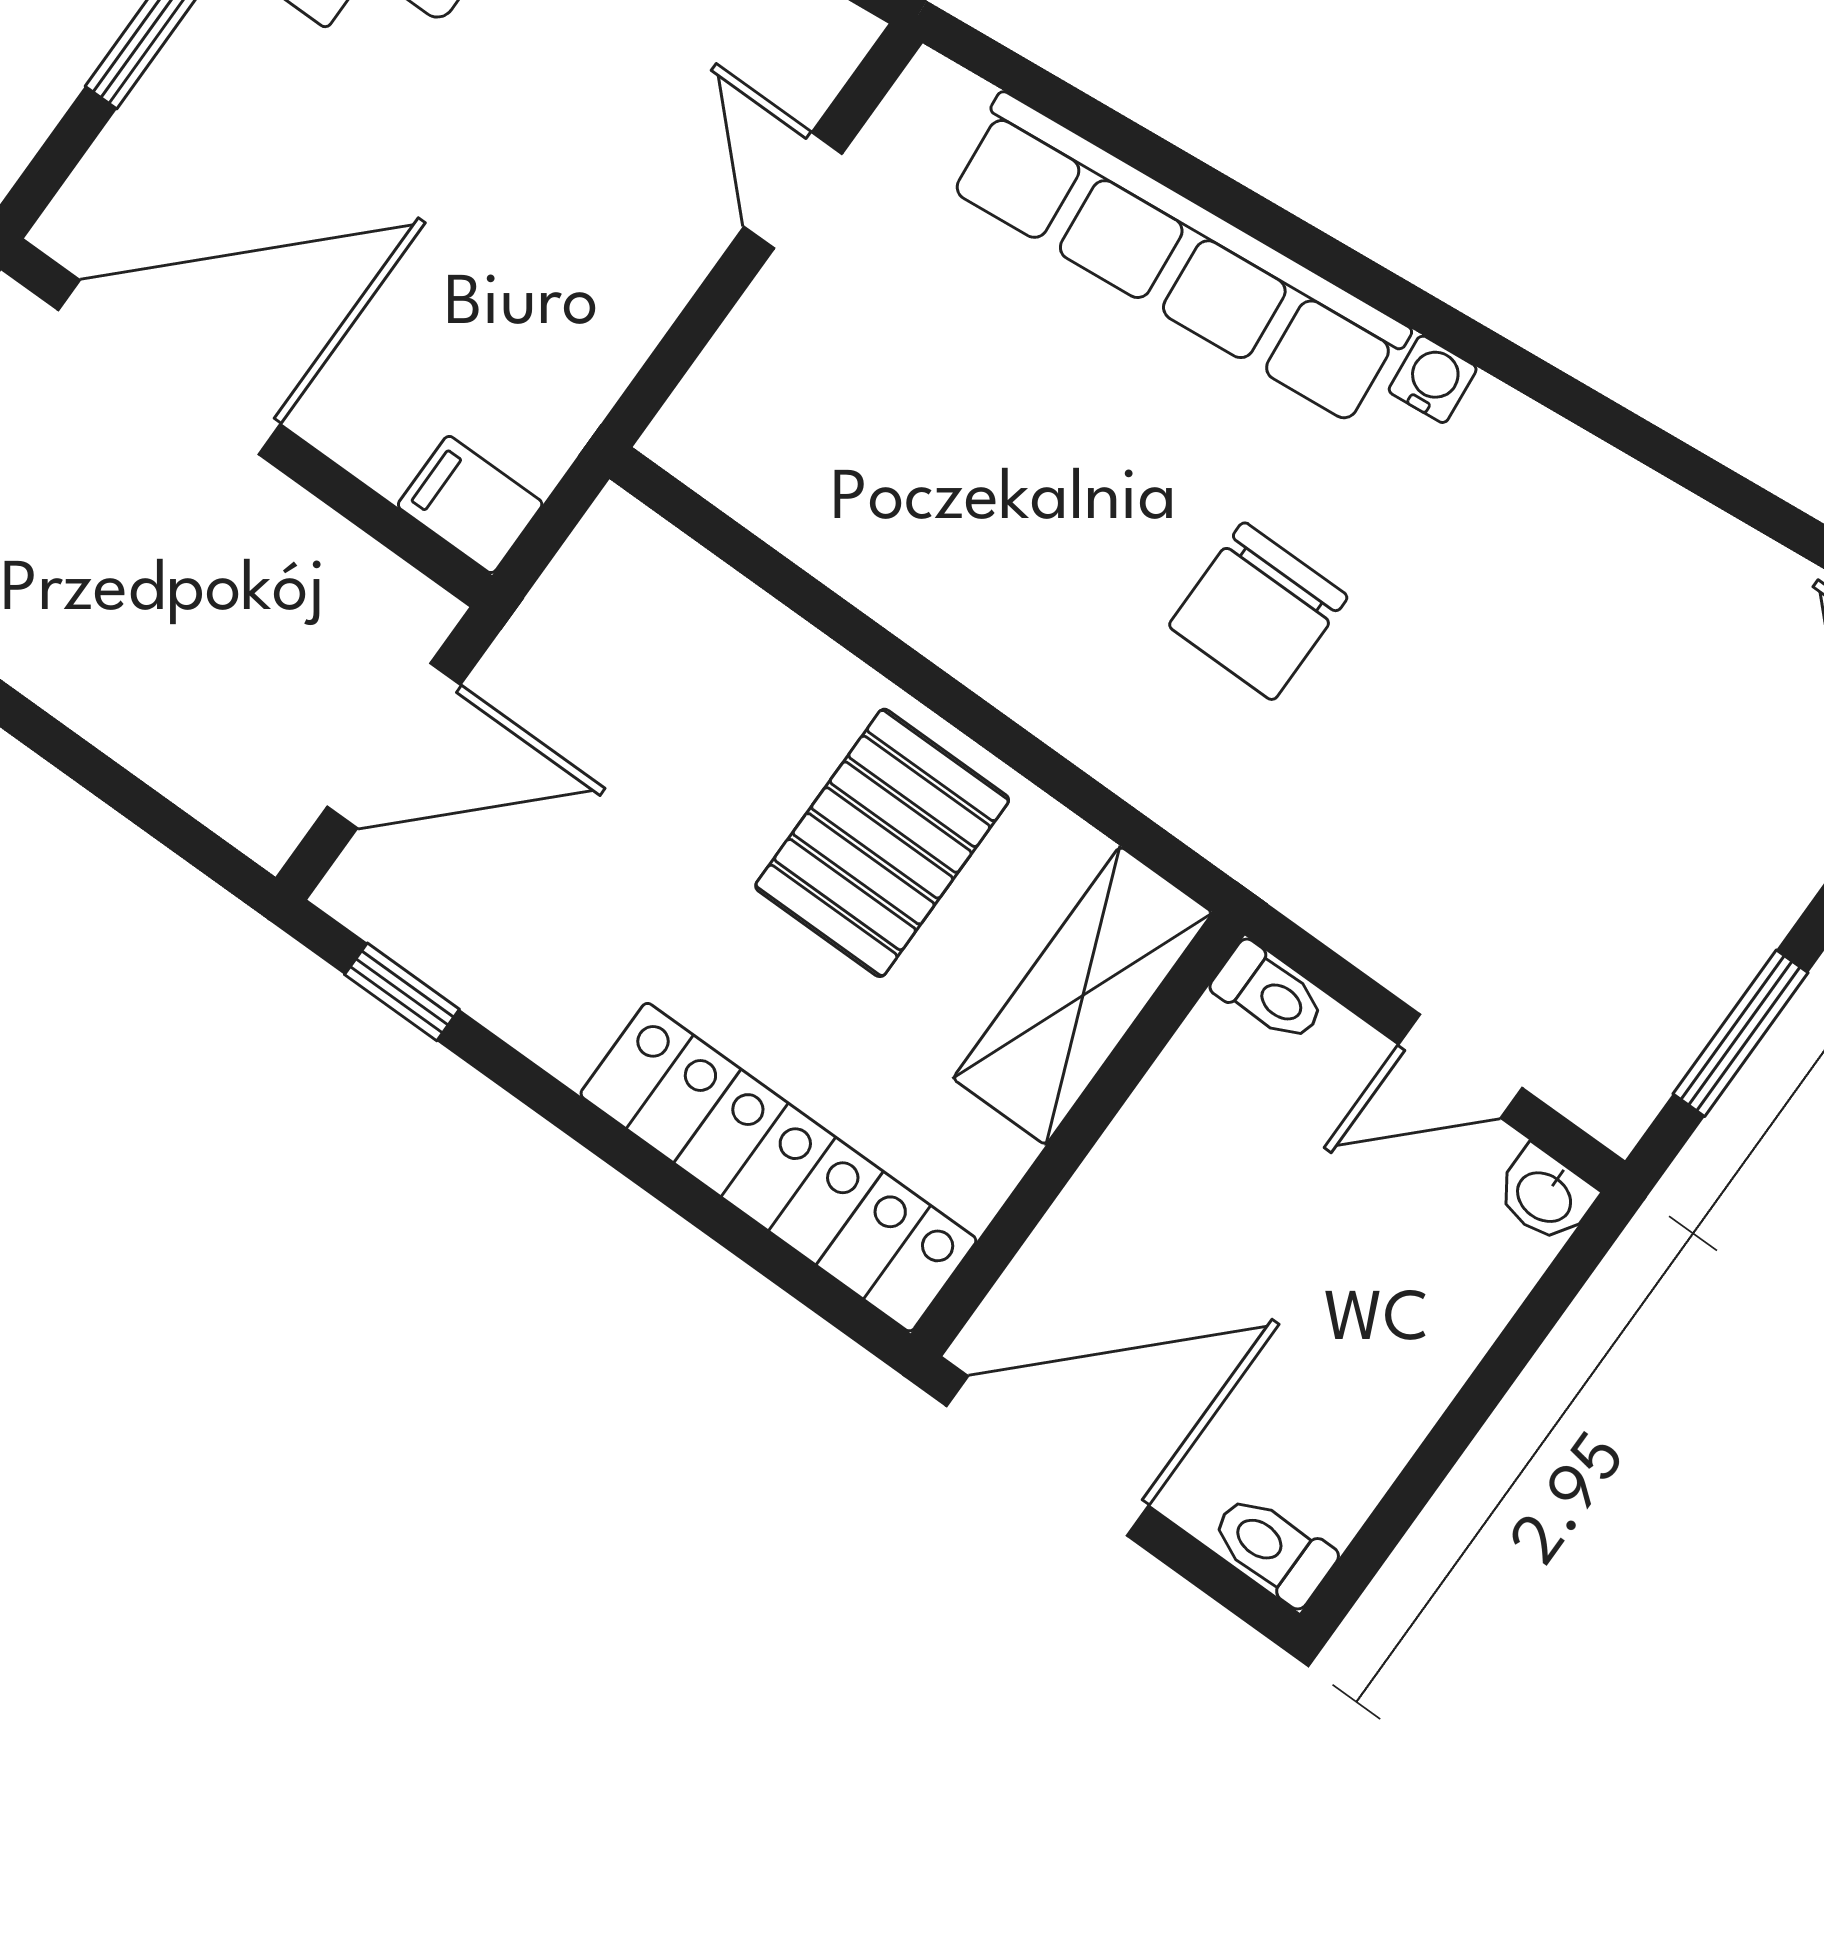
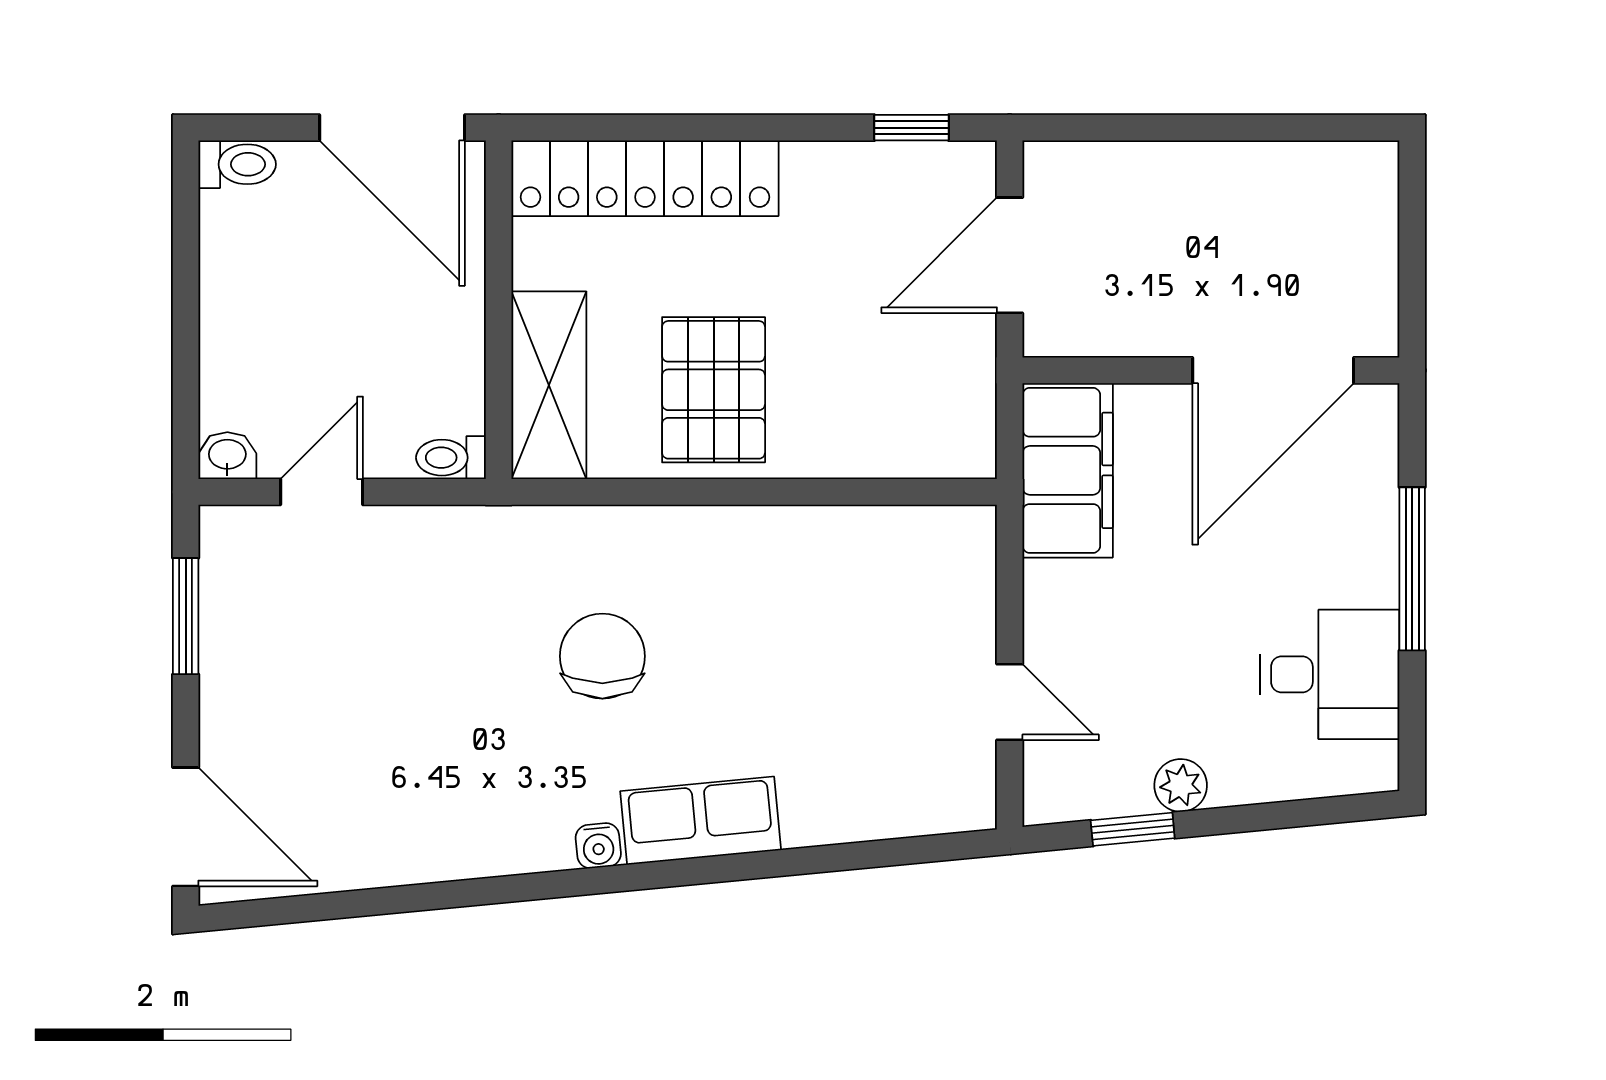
row of seats: (1179, 258) -> (701, 821), width x0.50
filing cabinet: (470, 504) -> (1068, 470), width x3.00, depth x1.17
door: (1048, 1456) -> (392, 128), hinge flipped

